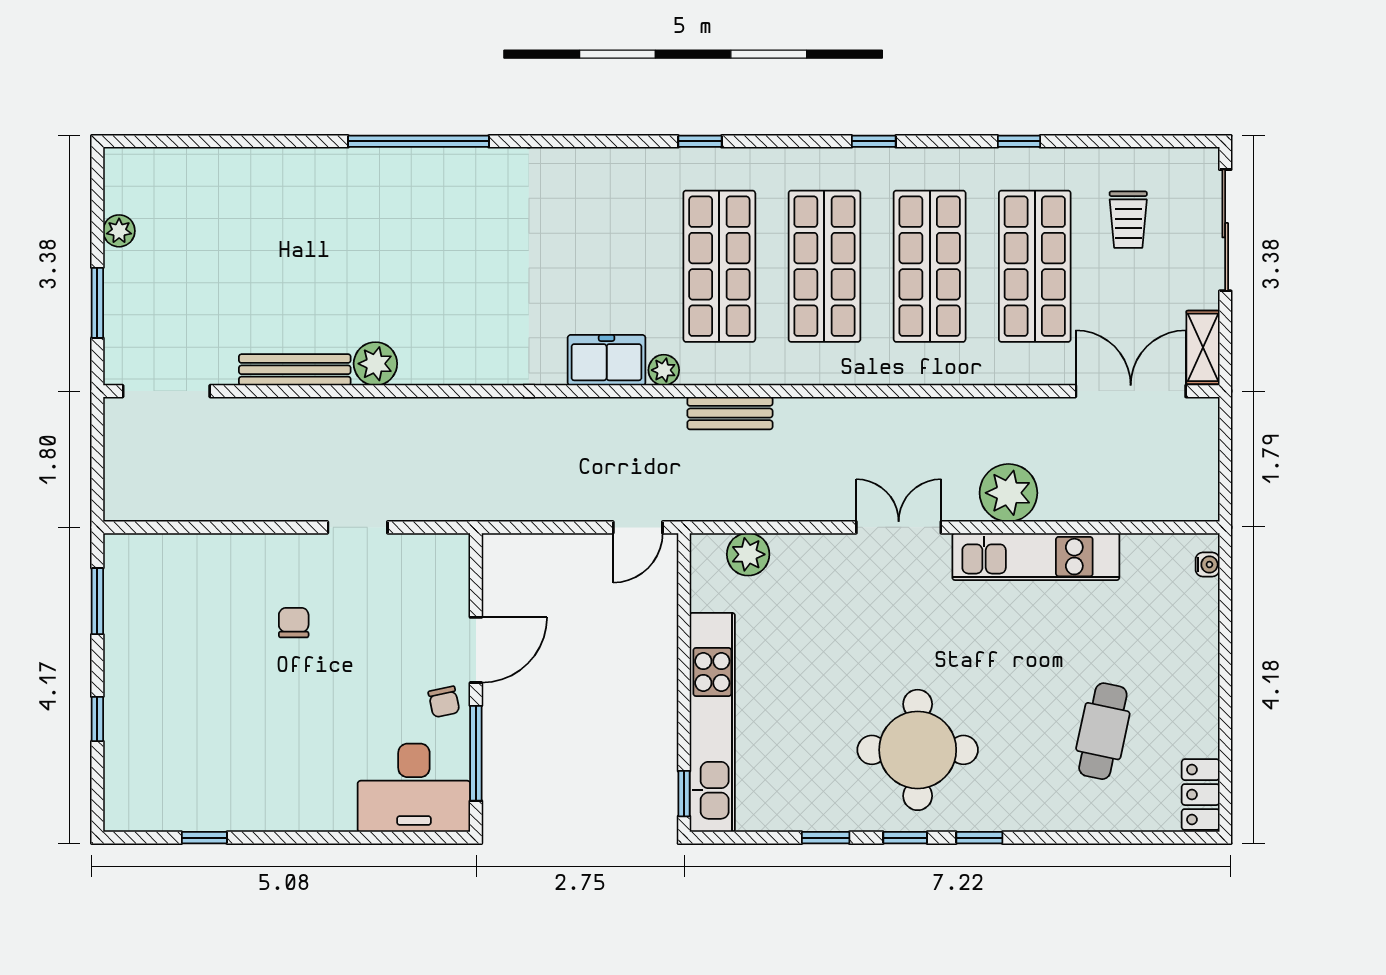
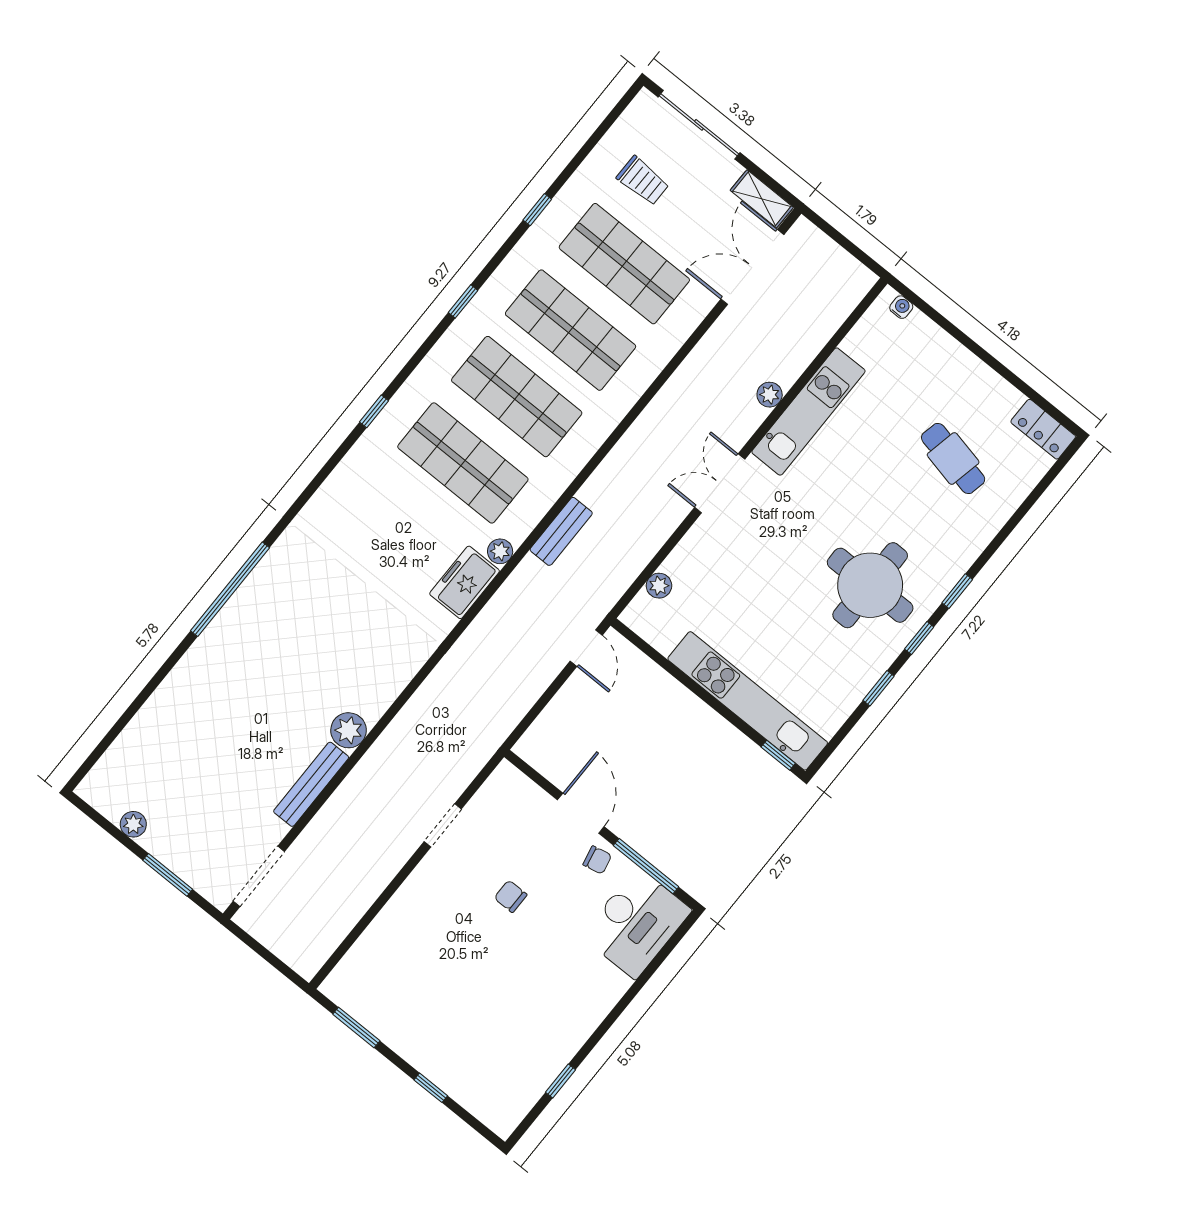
plant: (1008, 493) -> (770, 395), width x0.53, depth x0.53
plant: (748, 554) -> (659, 586), width x0.73, depth x0.73
chair: (294, 623) -> (511, 896), moved

